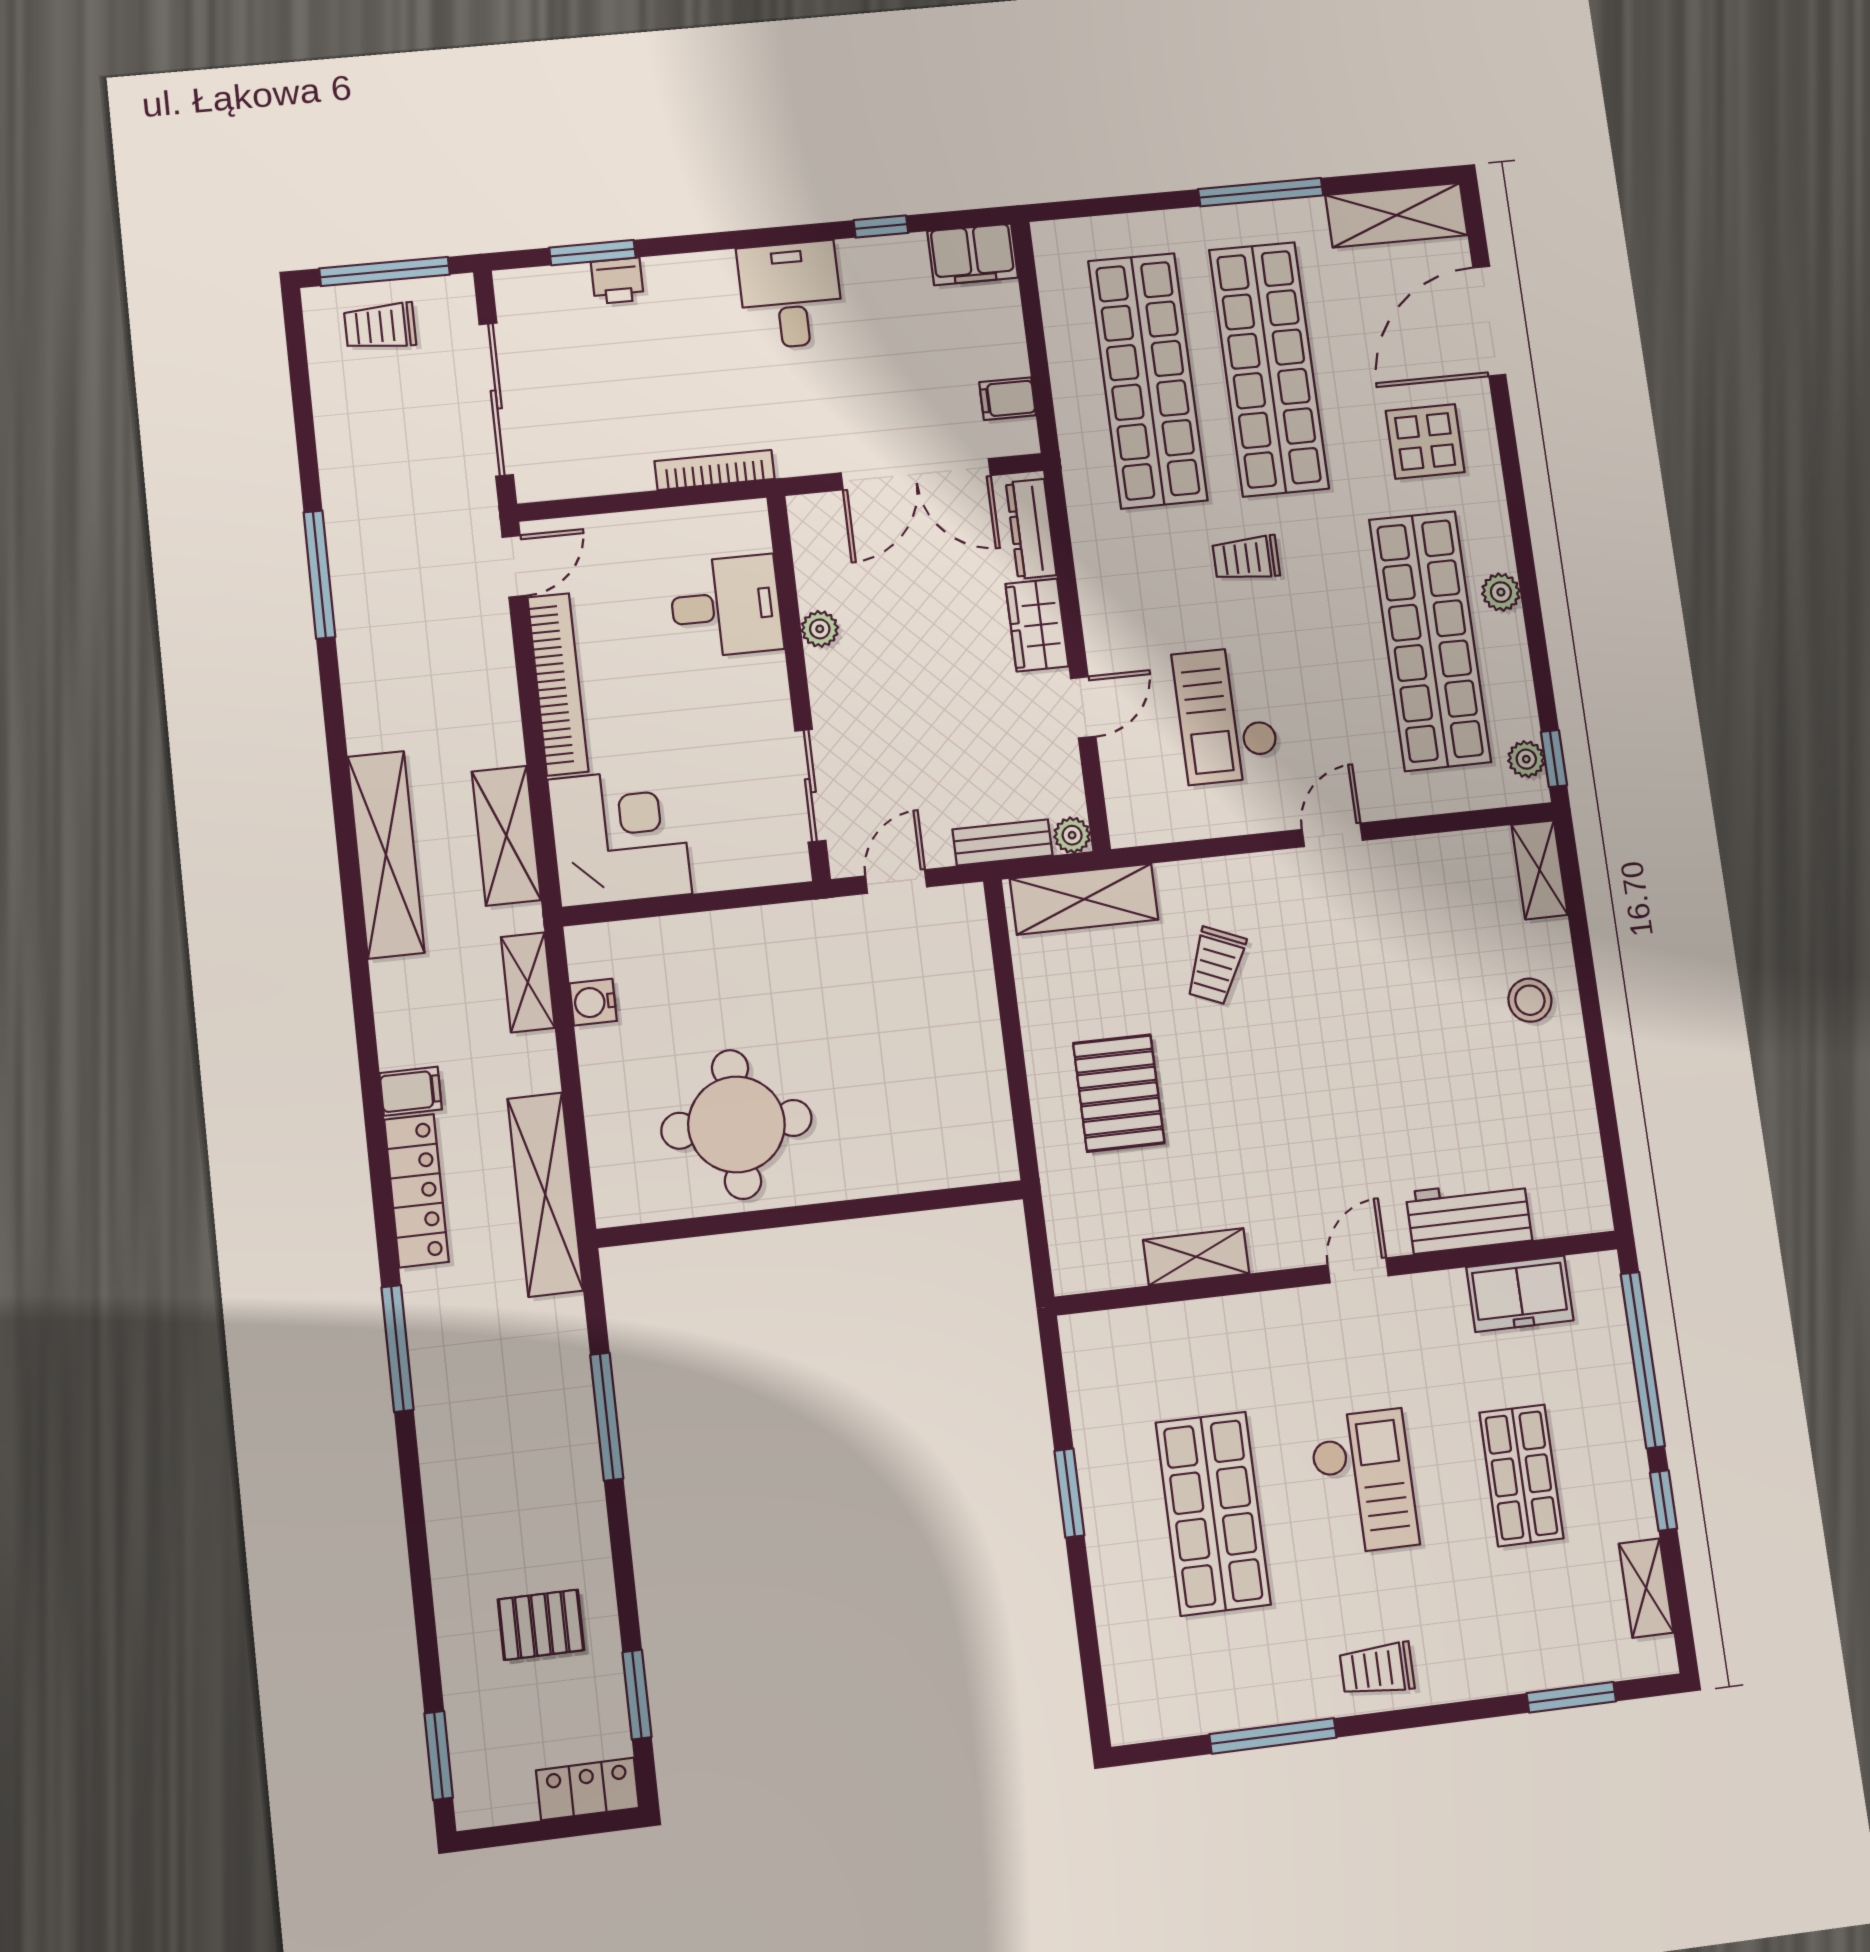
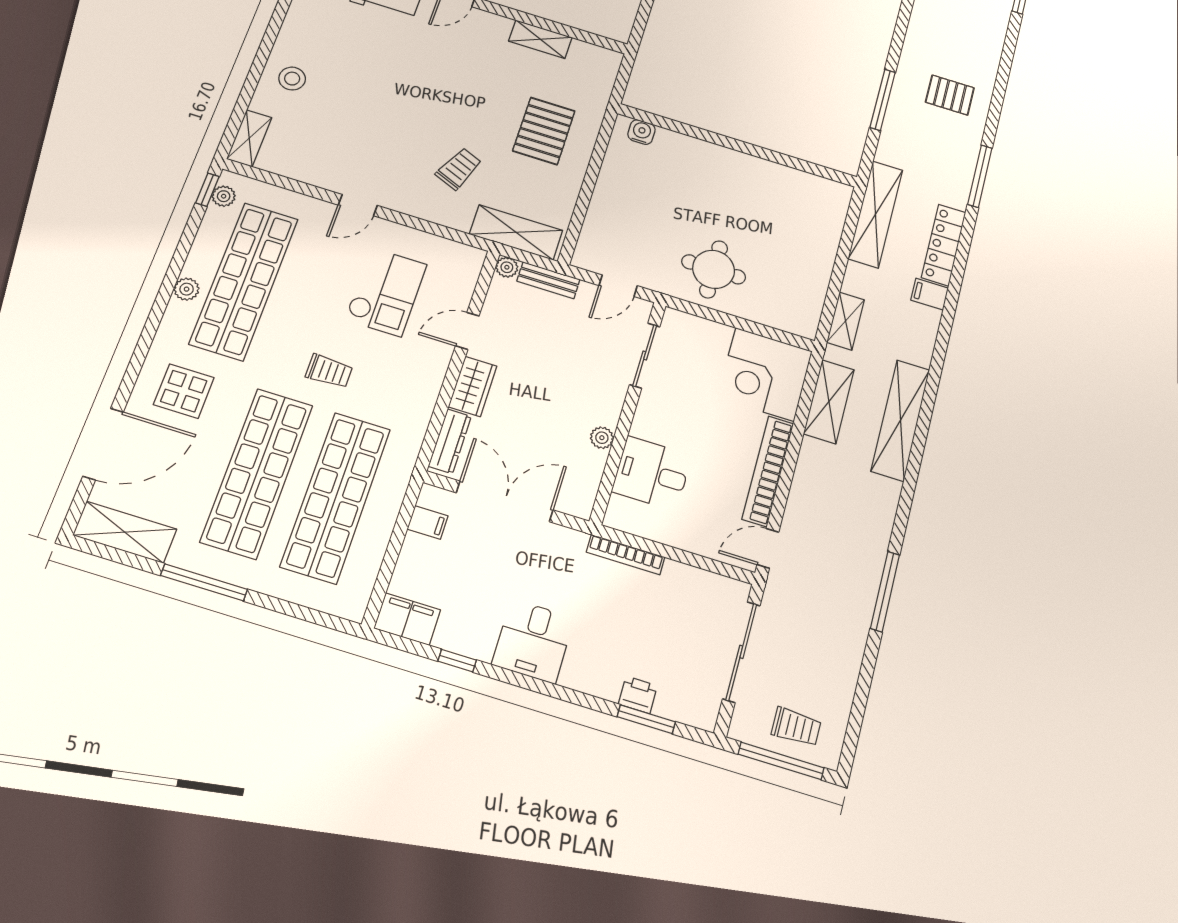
water cooler: (593, 1002) -> (641, 132), moved, turned -90
round table: (736, 1124) -> (714, 269), moved, width x0.73, depth x0.73
pallet: (541, 1625) -> (950, 95), moved

